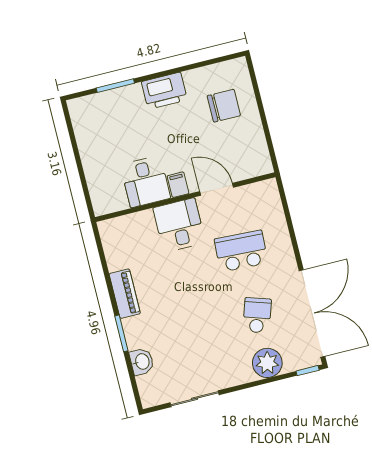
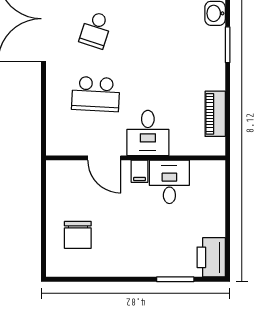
printer: (164, 91) -> (211, 257), moved, turned -90
chair: (224, 106) -> (78, 235), turned -90
piano: (125, 294) -> (215, 114), moved

